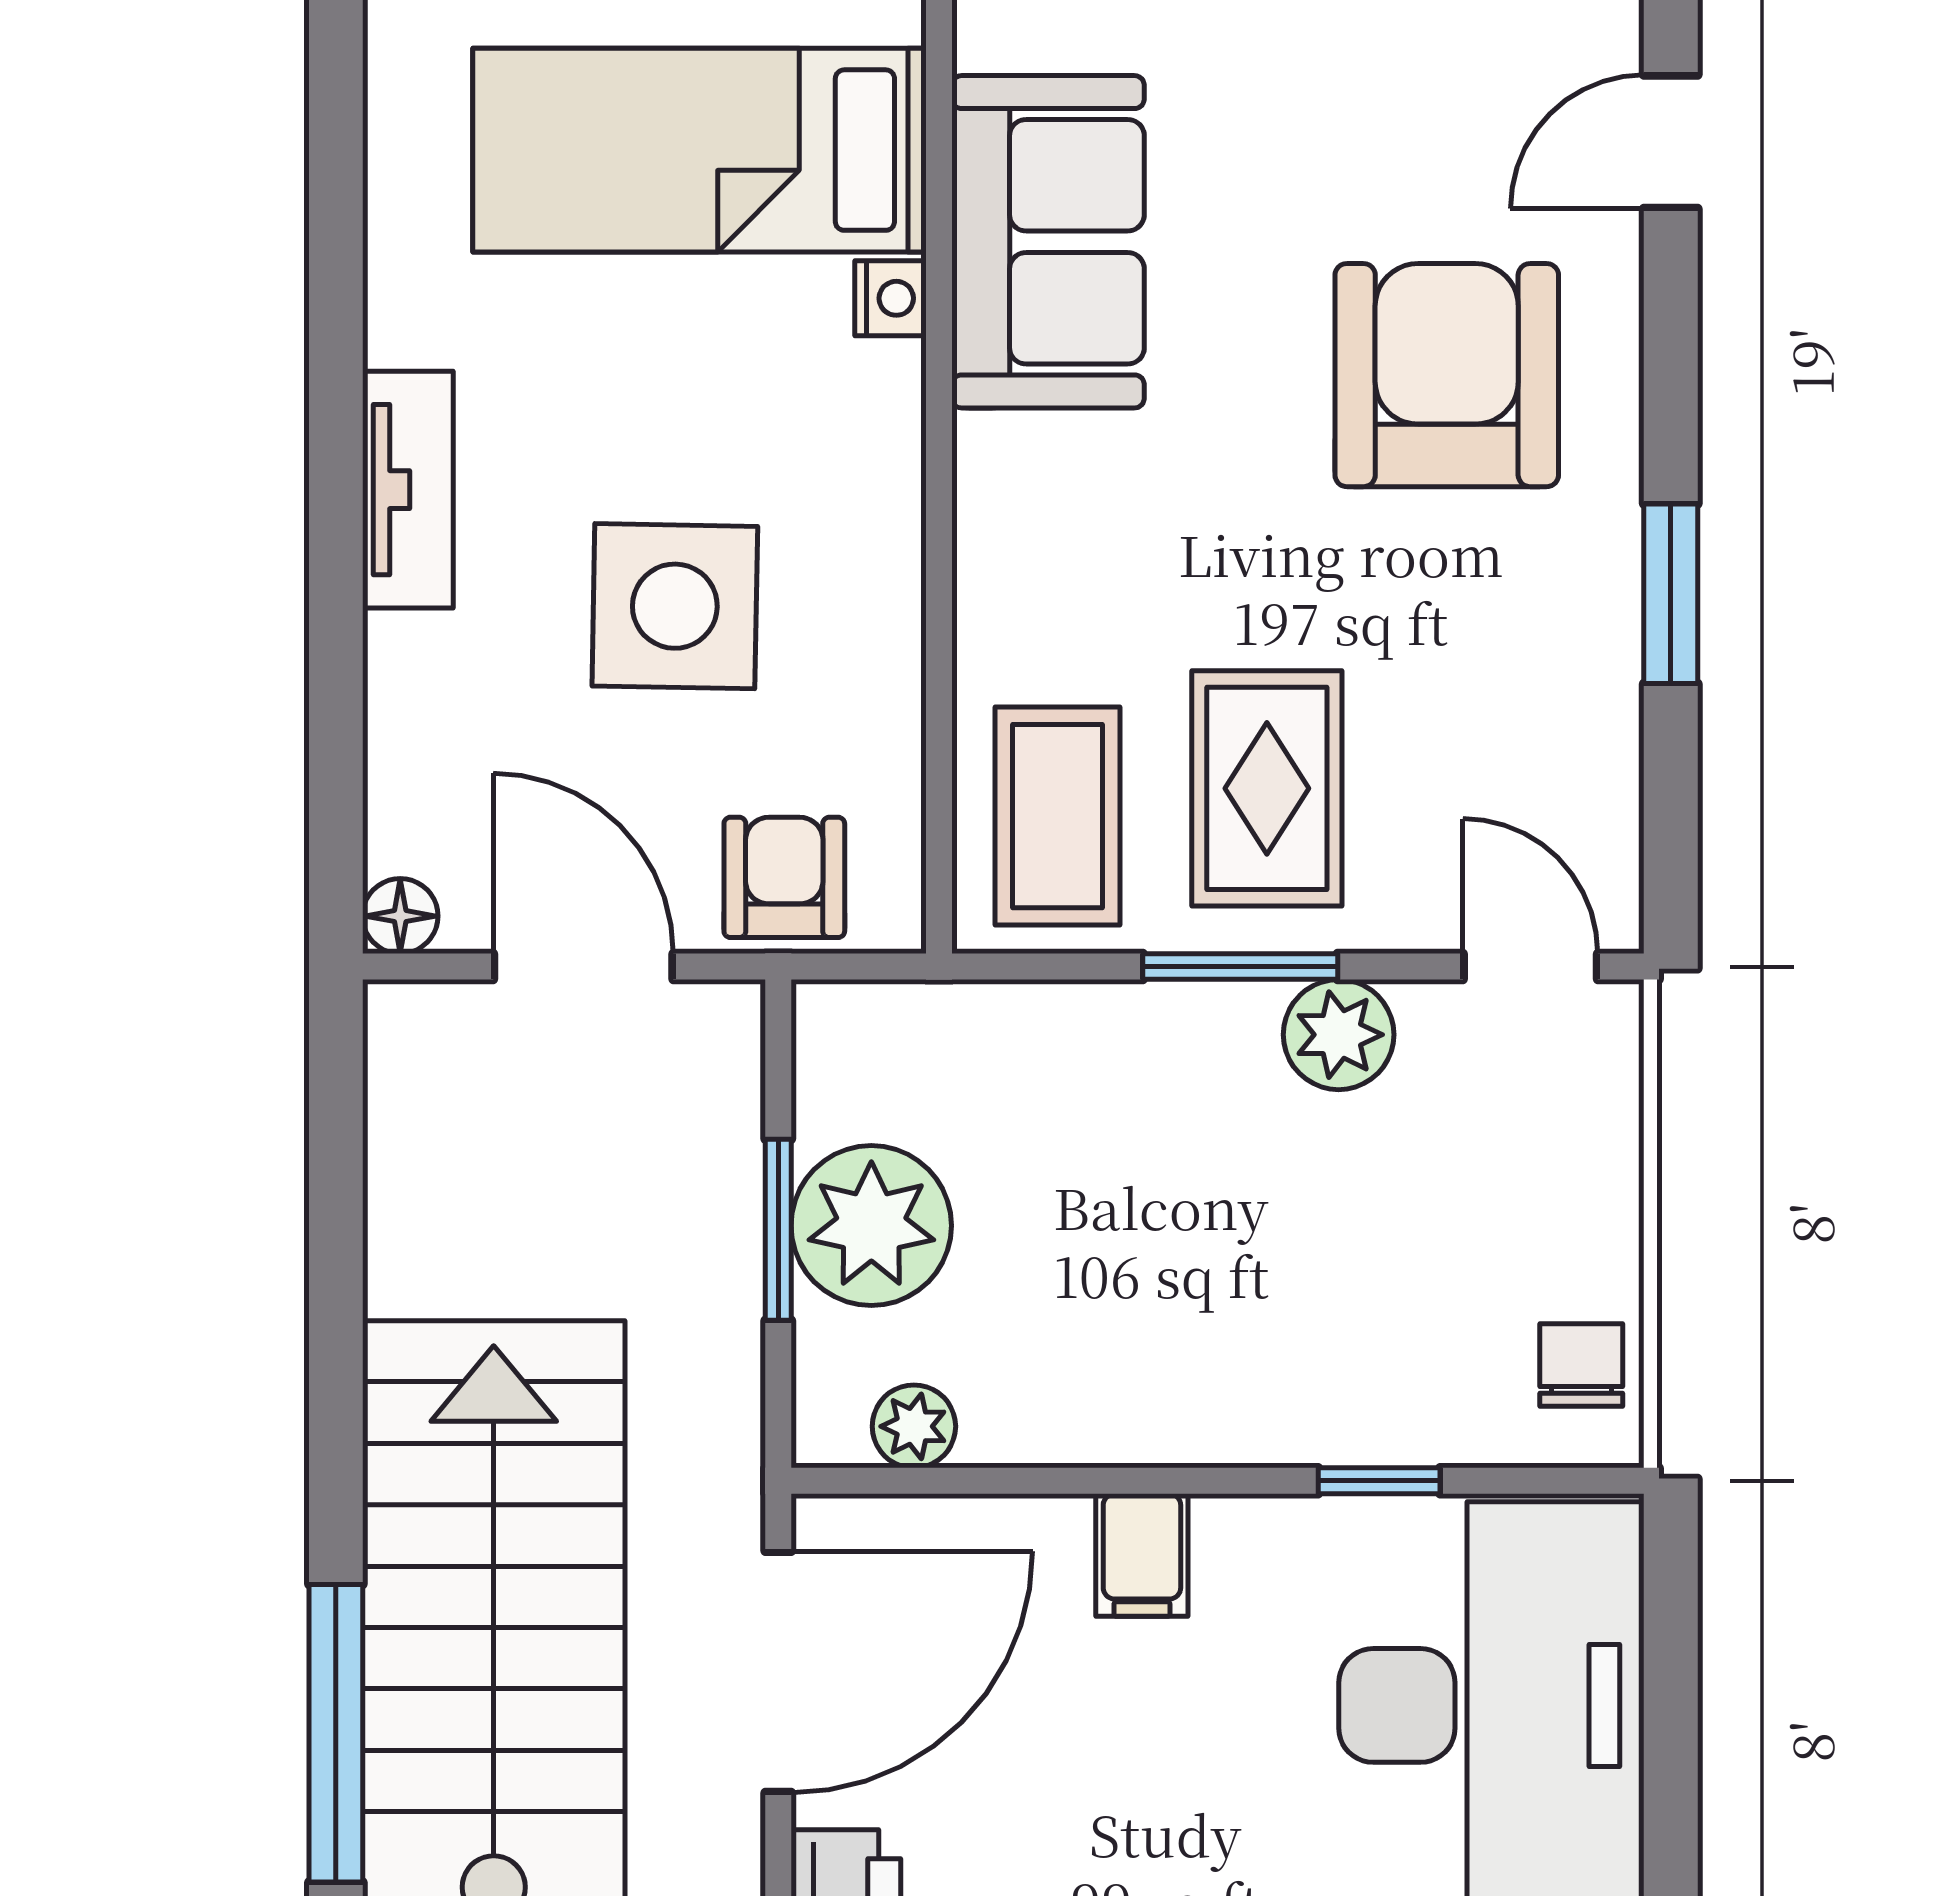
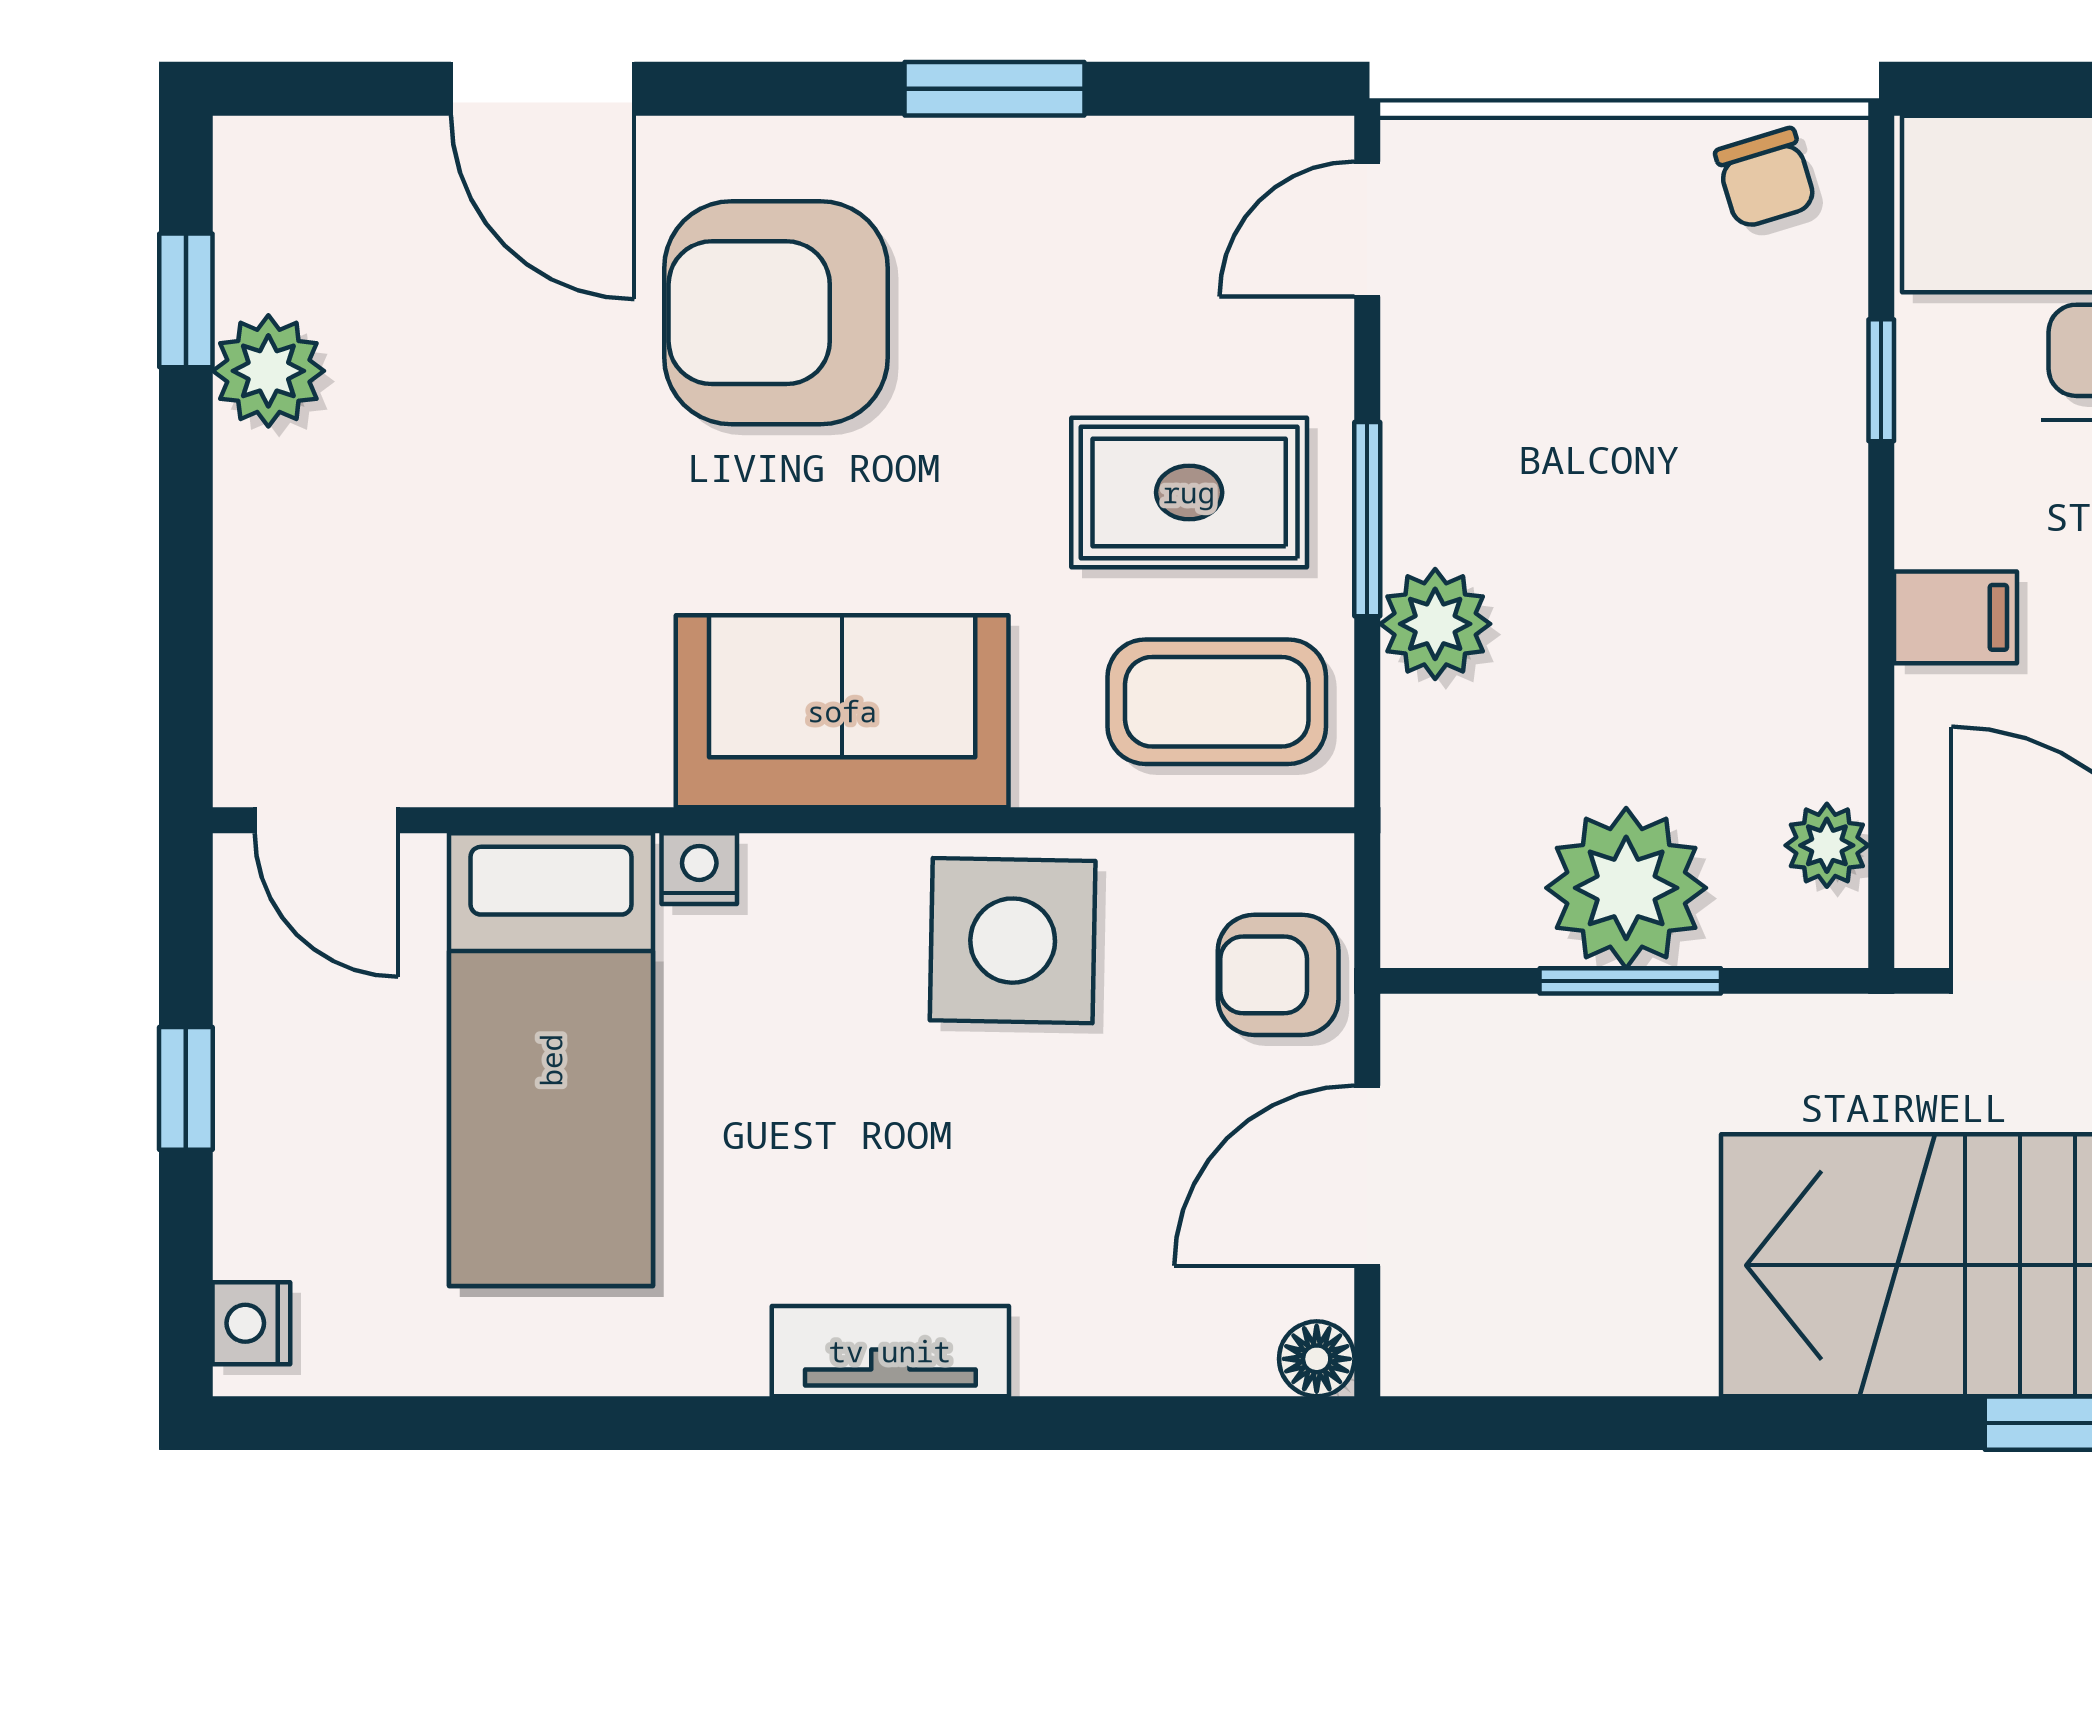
door: (1671, 142) -> (543, 89), width x1.37
sofa: (1048, 242) -> (842, 711), moved
side table: (675, 606) -> (1013, 941), moved
plant: (1339, 1035) -> (1435, 624), moved
chair: (1581, 1365) -> (1765, 178), turned -107

